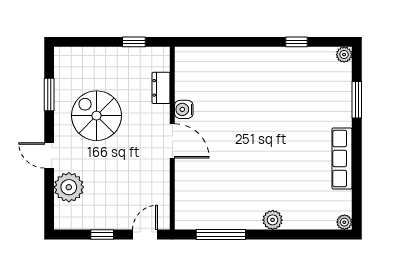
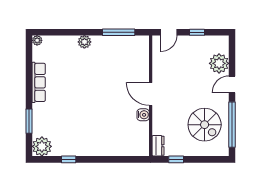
plant: (344, 55) -> (42, 146), width x1.88, depth x1.88
dresser: (161, 88) -> (158, 146), moved
window: (49, 94) -> (232, 125), width x2.11
spiral stairs: (96, 116) -> (205, 125), moved
door: (49, 155) -> (232, 84), swing flipped

